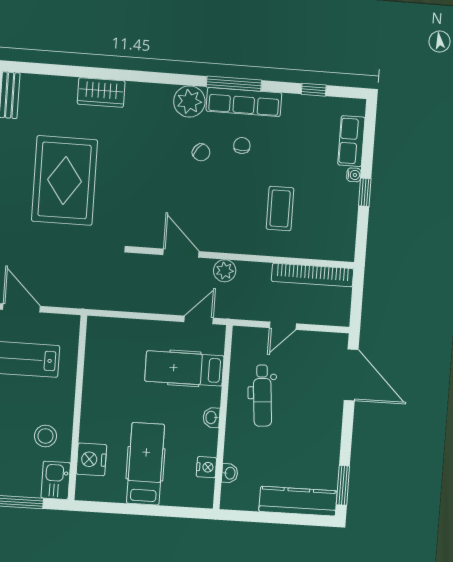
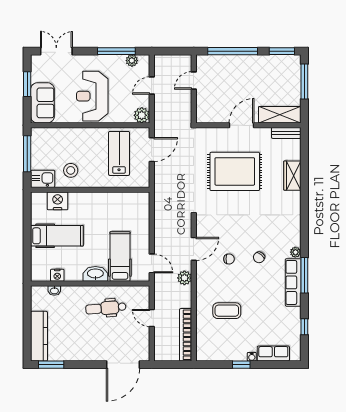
wardrobe: (101, 92) -> (292, 176), moved
plant: (189, 101) -> (295, 252), width x0.53, depth x0.53
chair: (242, 145) -> (229, 259), moved
washbasin: (211, 418) -> (95, 274), width x1.91, depth x1.45

